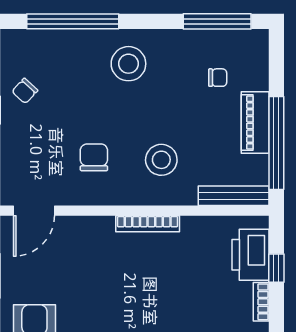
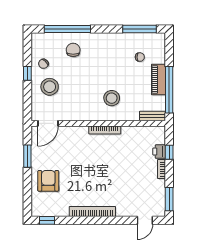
stool: (128, 64) -> (50, 87), moved
chair: (94, 157) -> (73, 50), moved
bench: (234, 196) -> (152, 116), width x0.73
printer: (250, 255) -> (159, 152), width x0.53, depth x0.68

